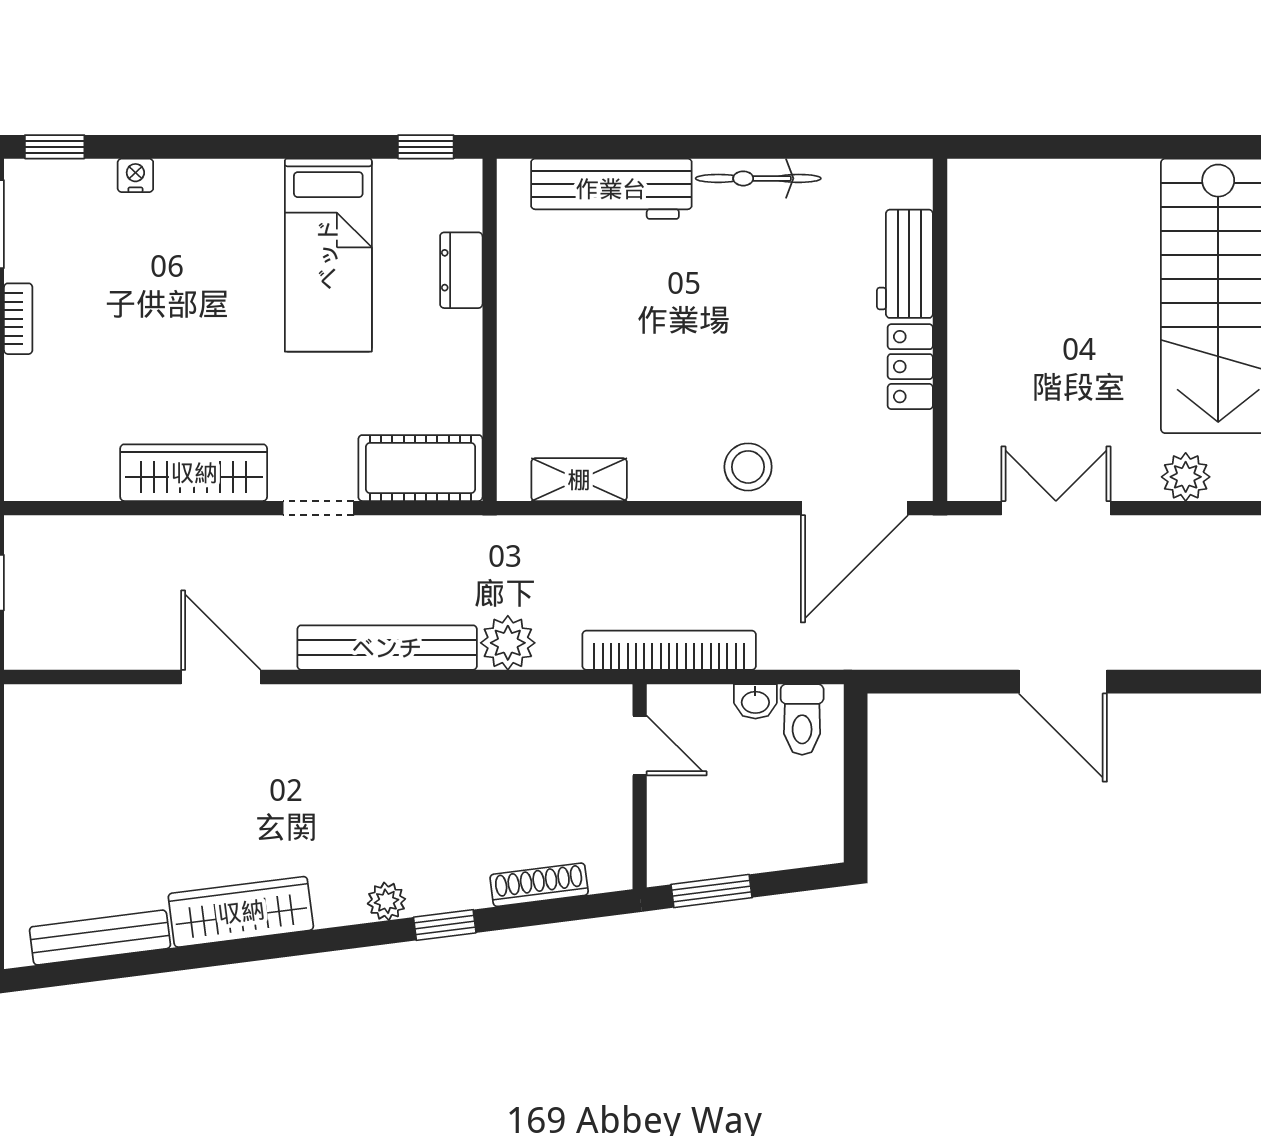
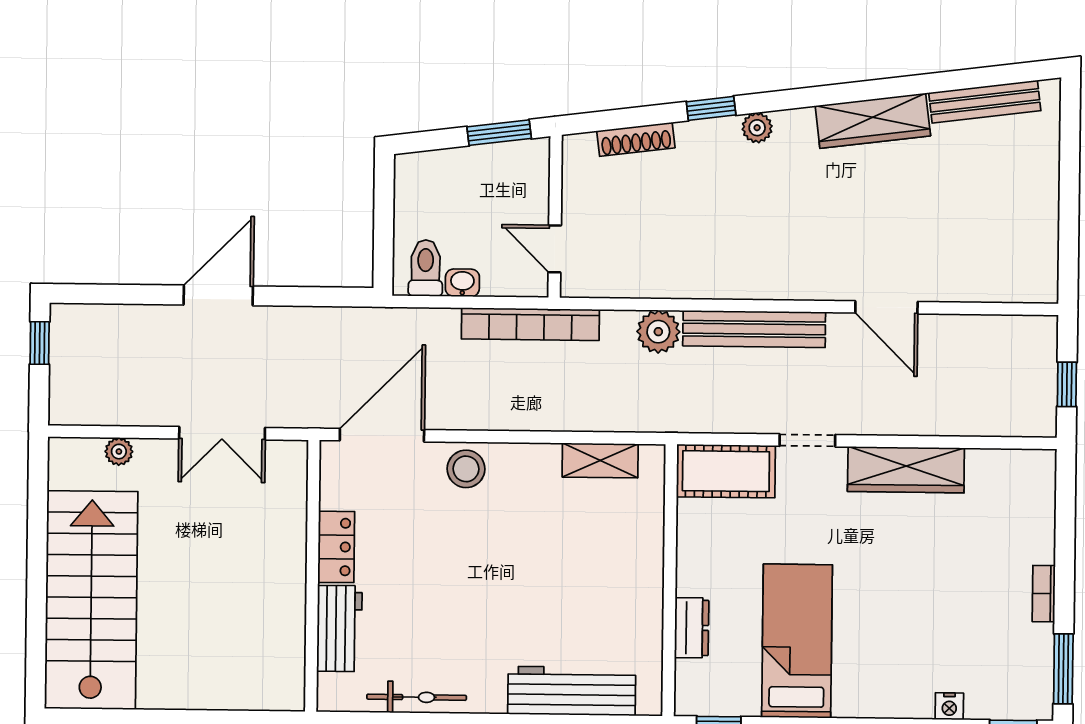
bicycle: (758, 178) -> (417, 697), moved
plant: (1186, 477) -> (119, 452), width x0.73, depth x0.73
door: (1063, 682) -> (218, 295), hinge flipped

